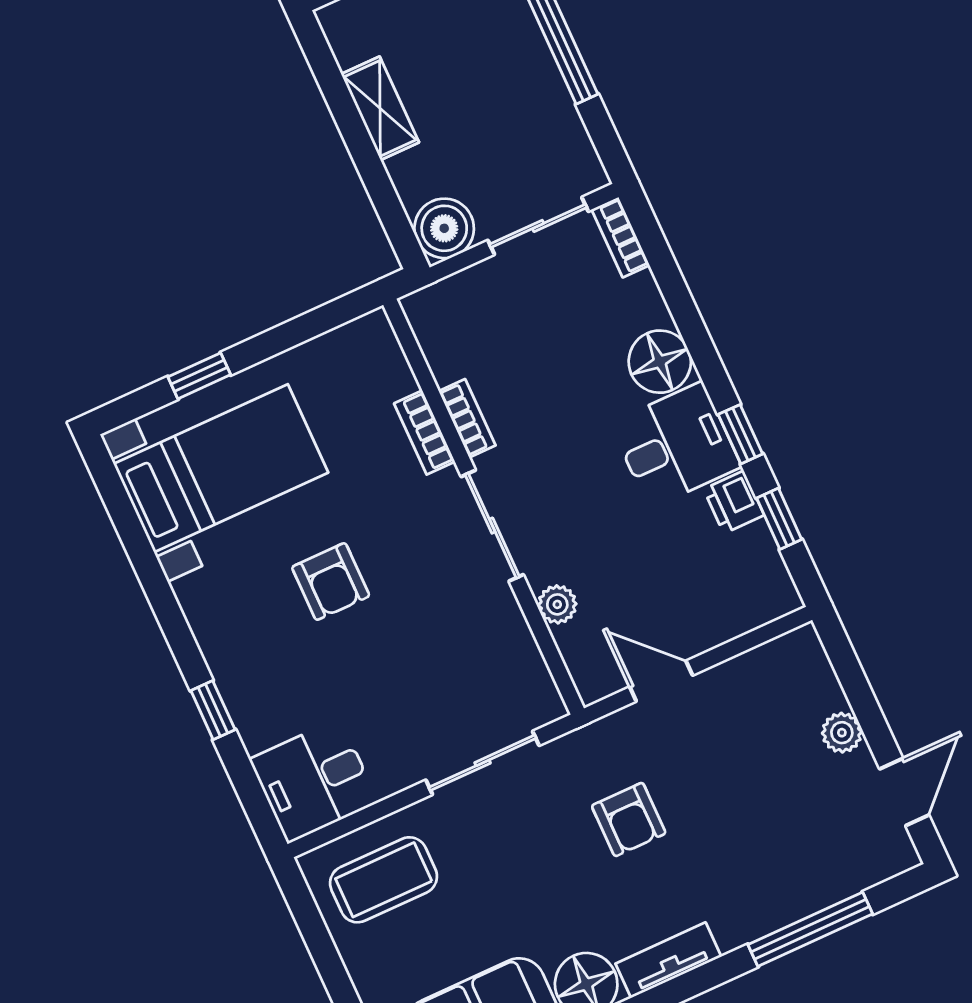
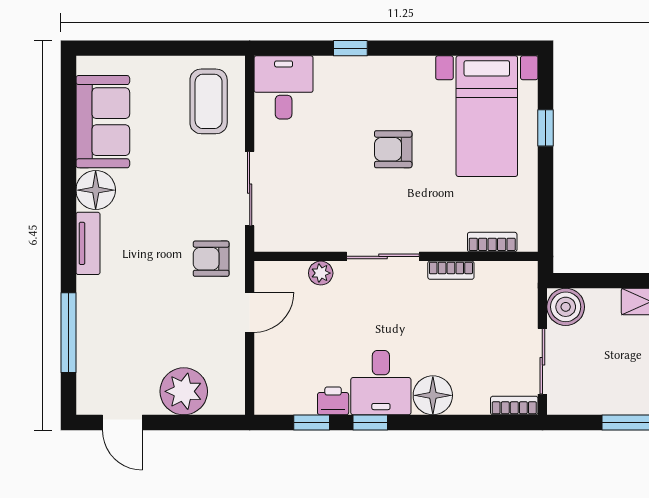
bookcase: (425, 433) -> (492, 242), moved
plant: (842, 733) -> (184, 391), width x1.88, depth x1.88
armchair: (629, 819) -> (211, 259), moved

